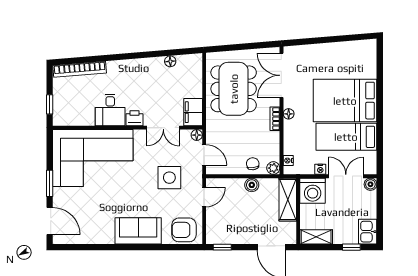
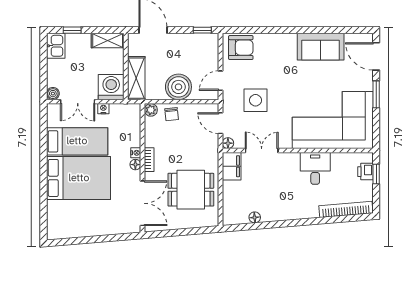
dining table: (234, 89) -> (191, 190), width x0.73
printer: (134, 118) -> (365, 172), moved, turned 90
nightstand: (288, 161) -> (136, 153), moved
boiler: (252, 185) -> (178, 87), width x1.86, depth x1.86
sofa: (138, 231) -> (321, 47), moved

